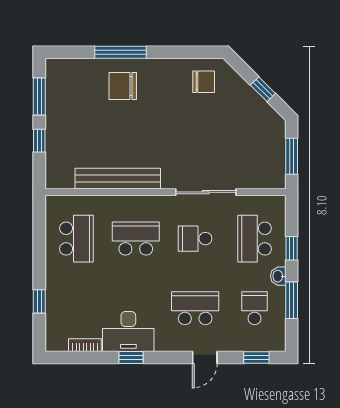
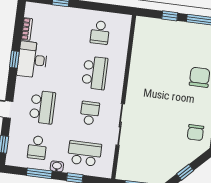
bench: (118, 179) -> (137, 66), removed
school desk: (76, 239) -> (100, 32), width x0.54
school desk: (254, 308) -> (37, 147), turned 90

